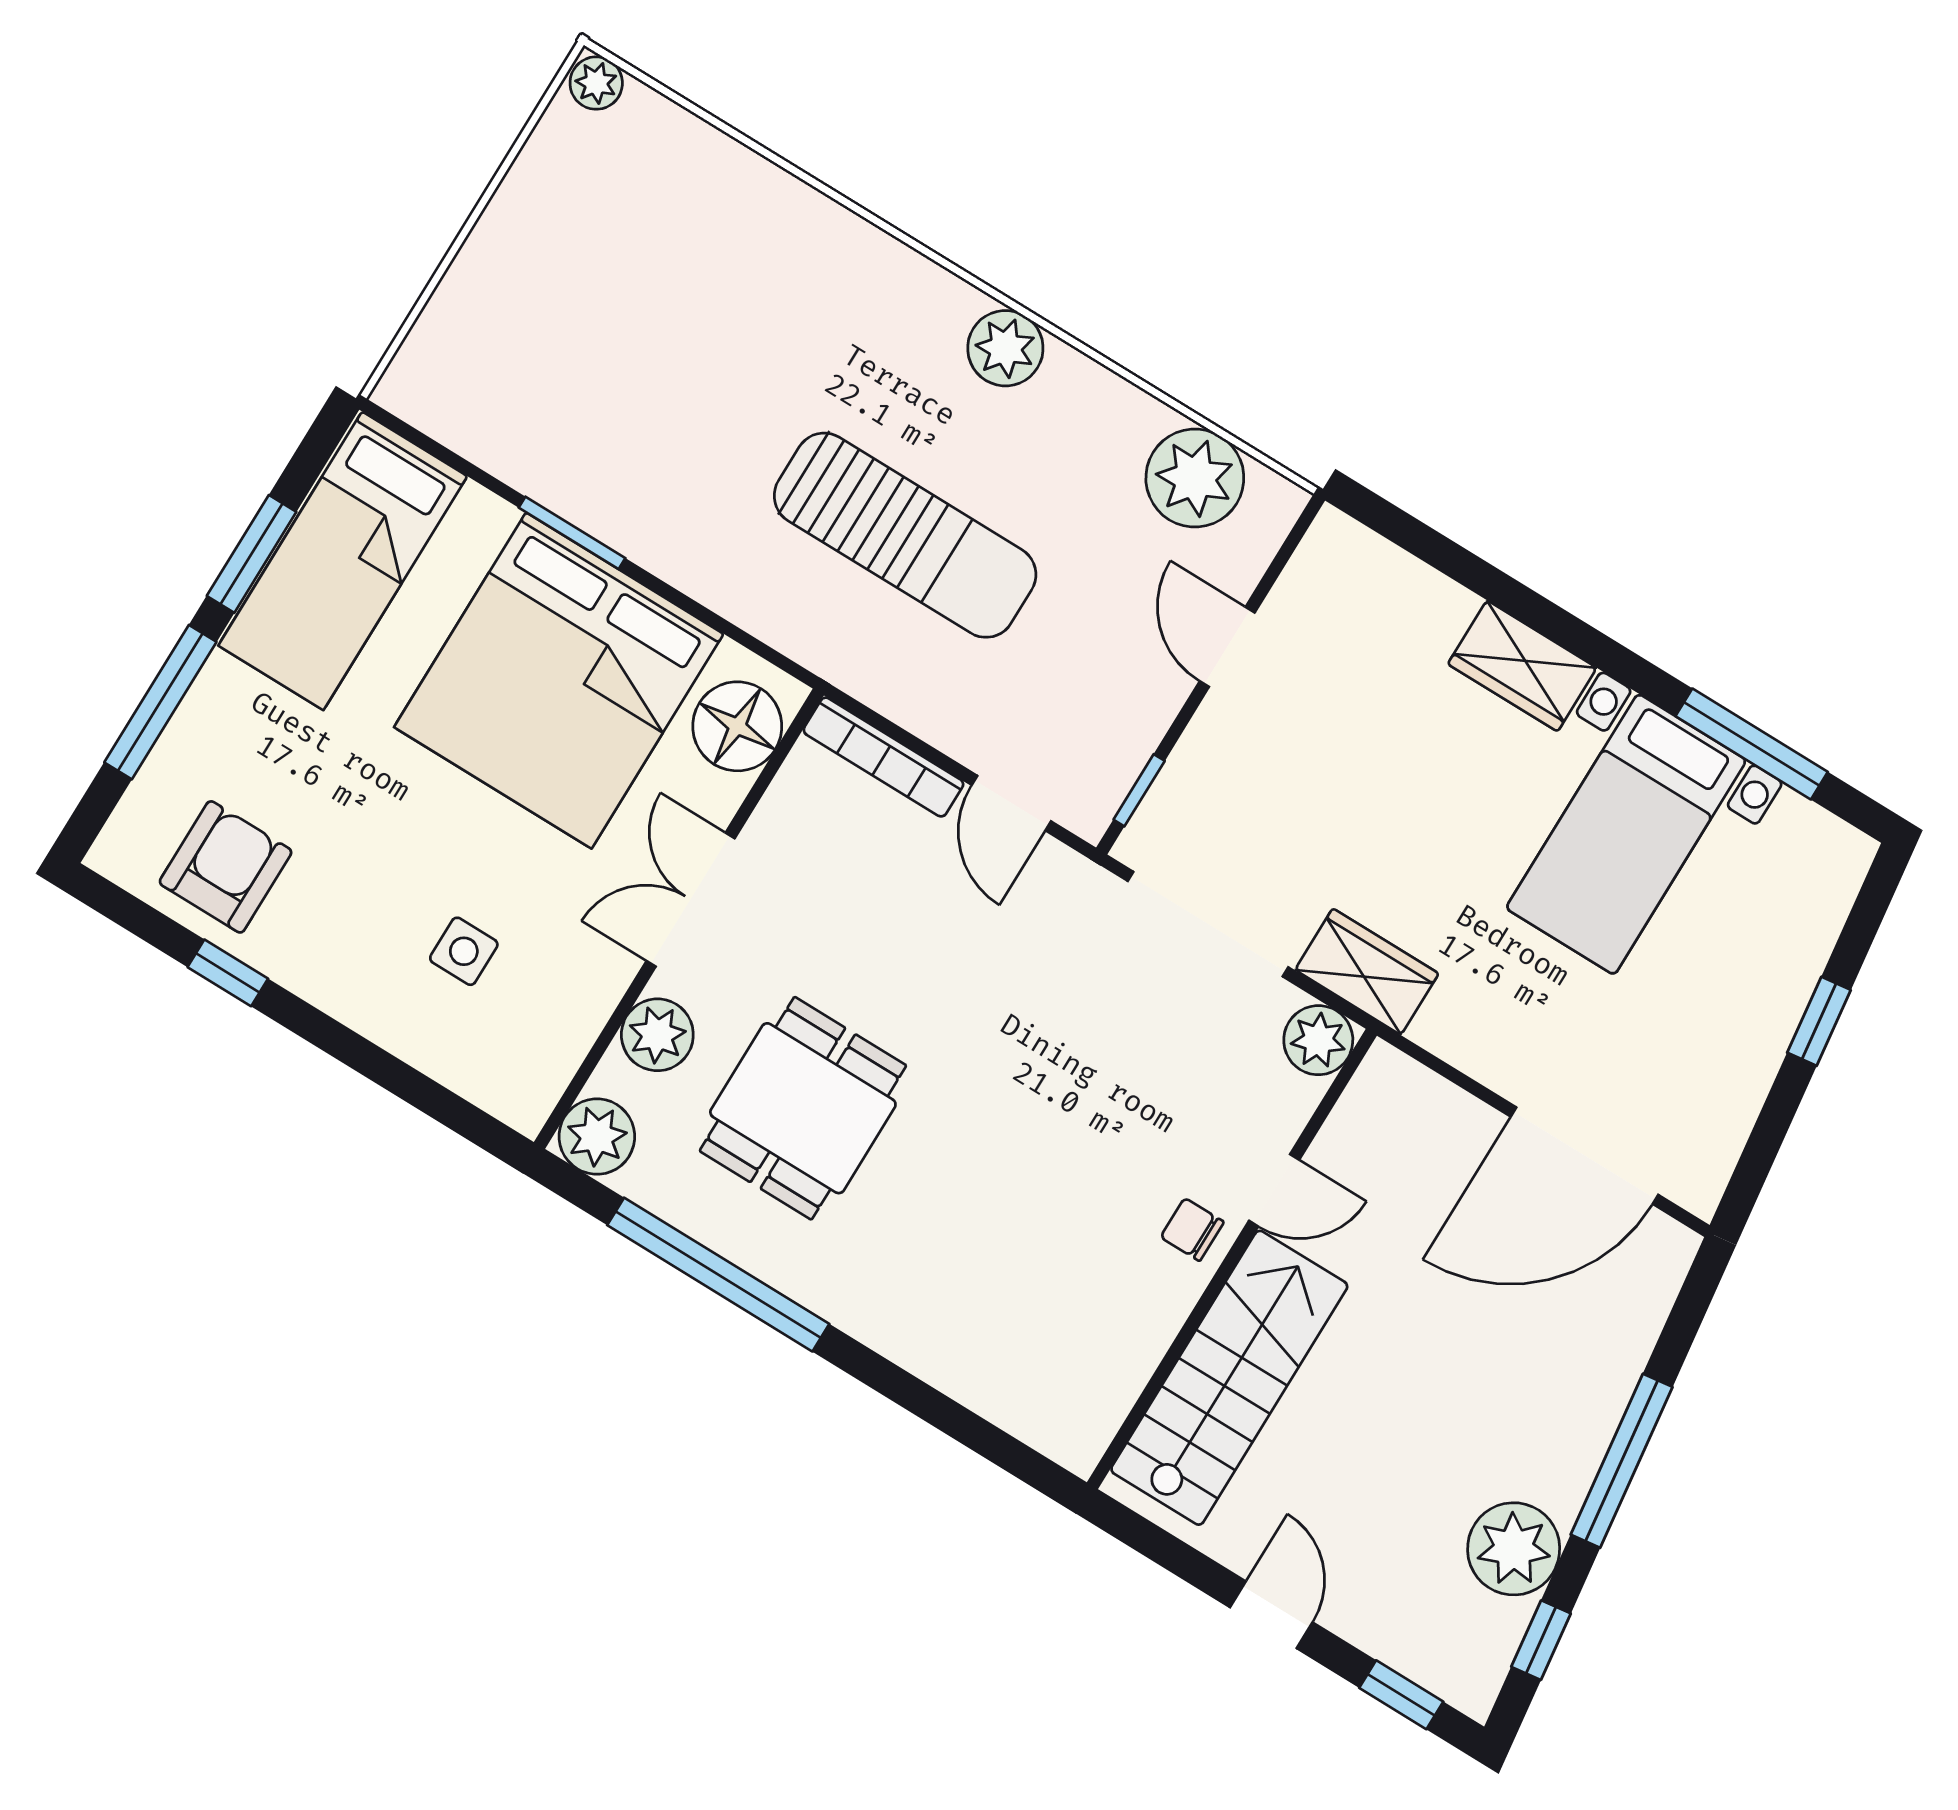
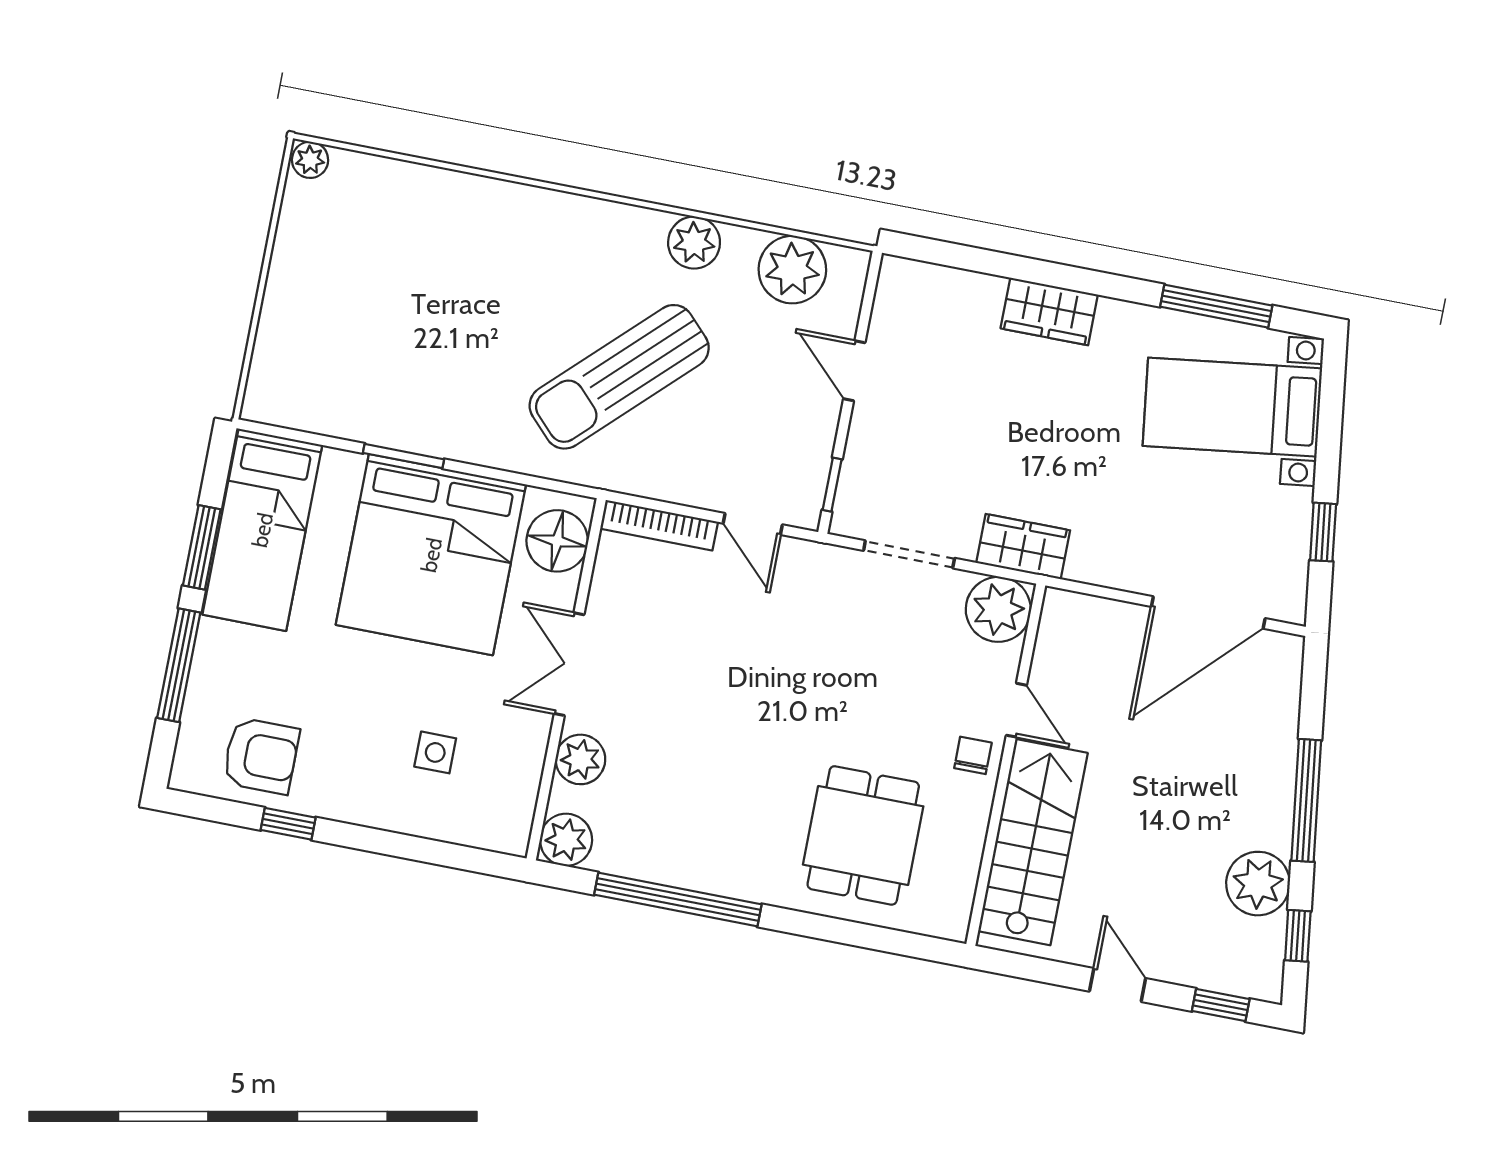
plant: (1005, 348) -> (694, 243), moved
sun lounger: (905, 535) -> (619, 377), turned 136
bed with nightstands: (1626, 834) -> (1232, 407), moved, turned 83
armchair: (226, 867) -> (261, 756), turned 90
doorway: (1208, 924) -> (909, 554), width x0.73
window: (1819, 1021) -> (1323, 532), moved
plant: (1318, 1040) -> (998, 609), width x1.36, depth x1.36
dining table: (803, 1108) -> (863, 835), moved
door: (1274, 1190) -> (1016, 710), hinge flipped
chair: (1192, 1230) -> (973, 755), turned 90

